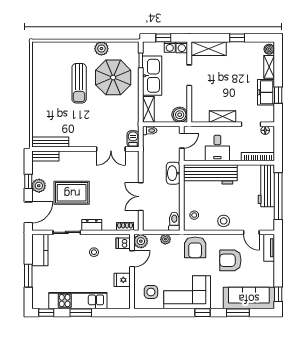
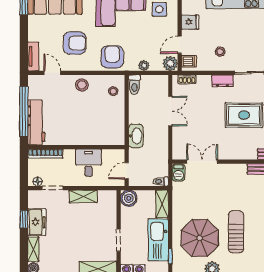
workbench: (210, 174) -> (96, 135), removed

